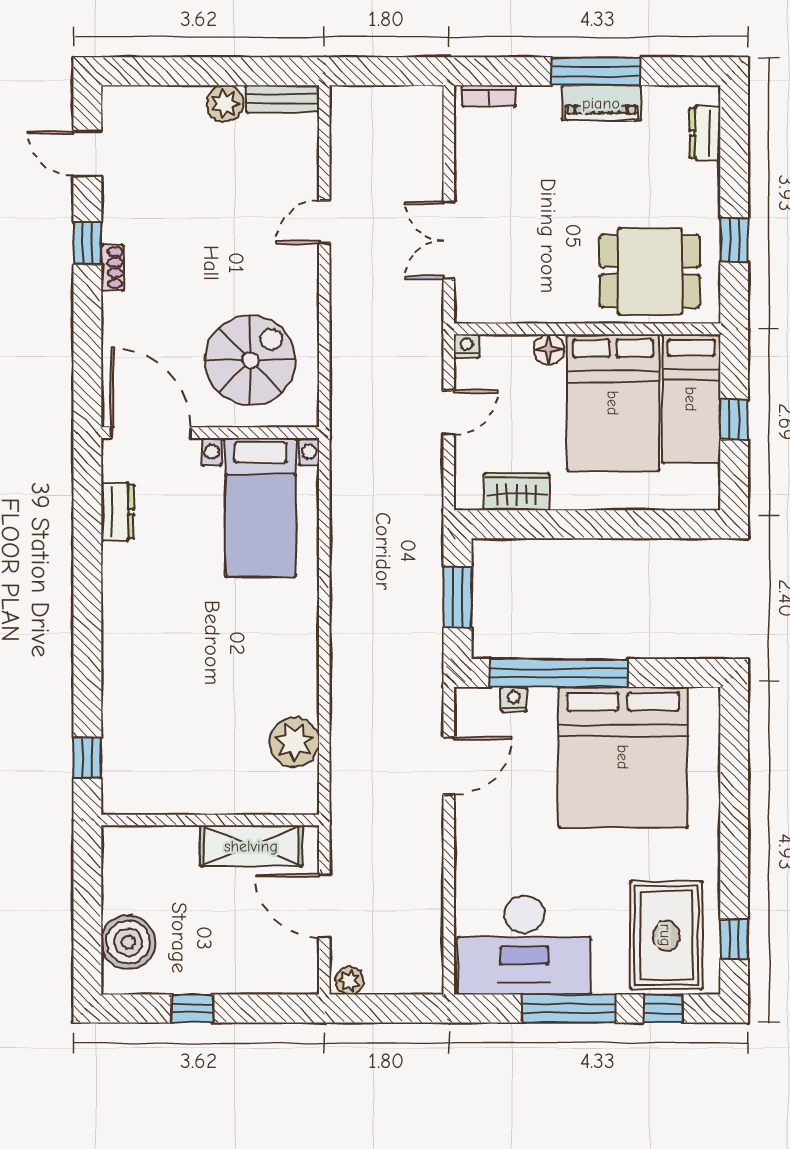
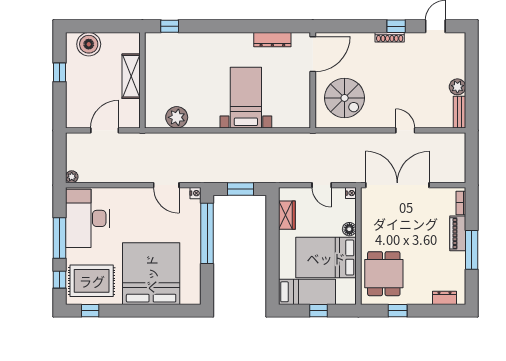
piano: (601, 103) -> (458, 233), moved
double door: (449, 240) -> (397, 185), width x1.87
shoe rack: (112, 268) -> (390, 37), width x1.43
bed: (691, 399) -> (307, 292), moved, turned 180
bed with nightstands: (260, 507) -> (246, 98), moved, turned 90
dresser: (118, 512) -> (272, 40), width x1.44
nightstand: (514, 699) -> (196, 193), moved
bed: (623, 757) -> (151, 274), moved, turned 90
shelving: (251, 846) -> (131, 76), moved
plant: (349, 981) -> (72, 177), moved

